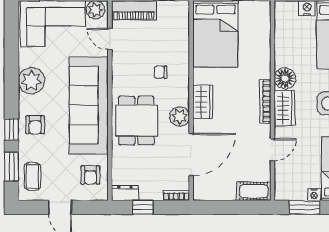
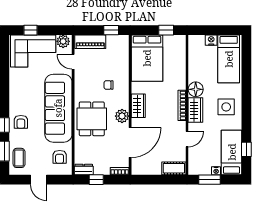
plant: (31, 81) -> (18, 91), removed

